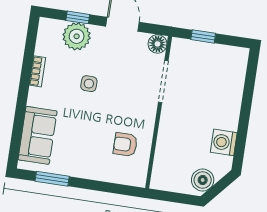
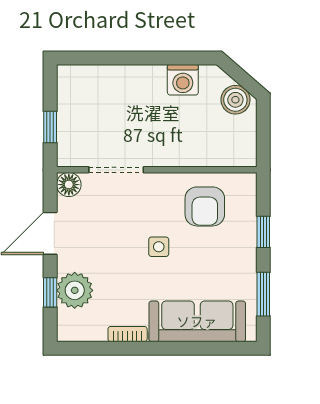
side table: (89, 84) -> (159, 247), moved
sofa: (38, 135) -> (197, 321), width x1.36
armchair: (125, 145) -> (205, 206), width x1.38, depth x1.38
window: (99, 186) -> (263, 232), added

